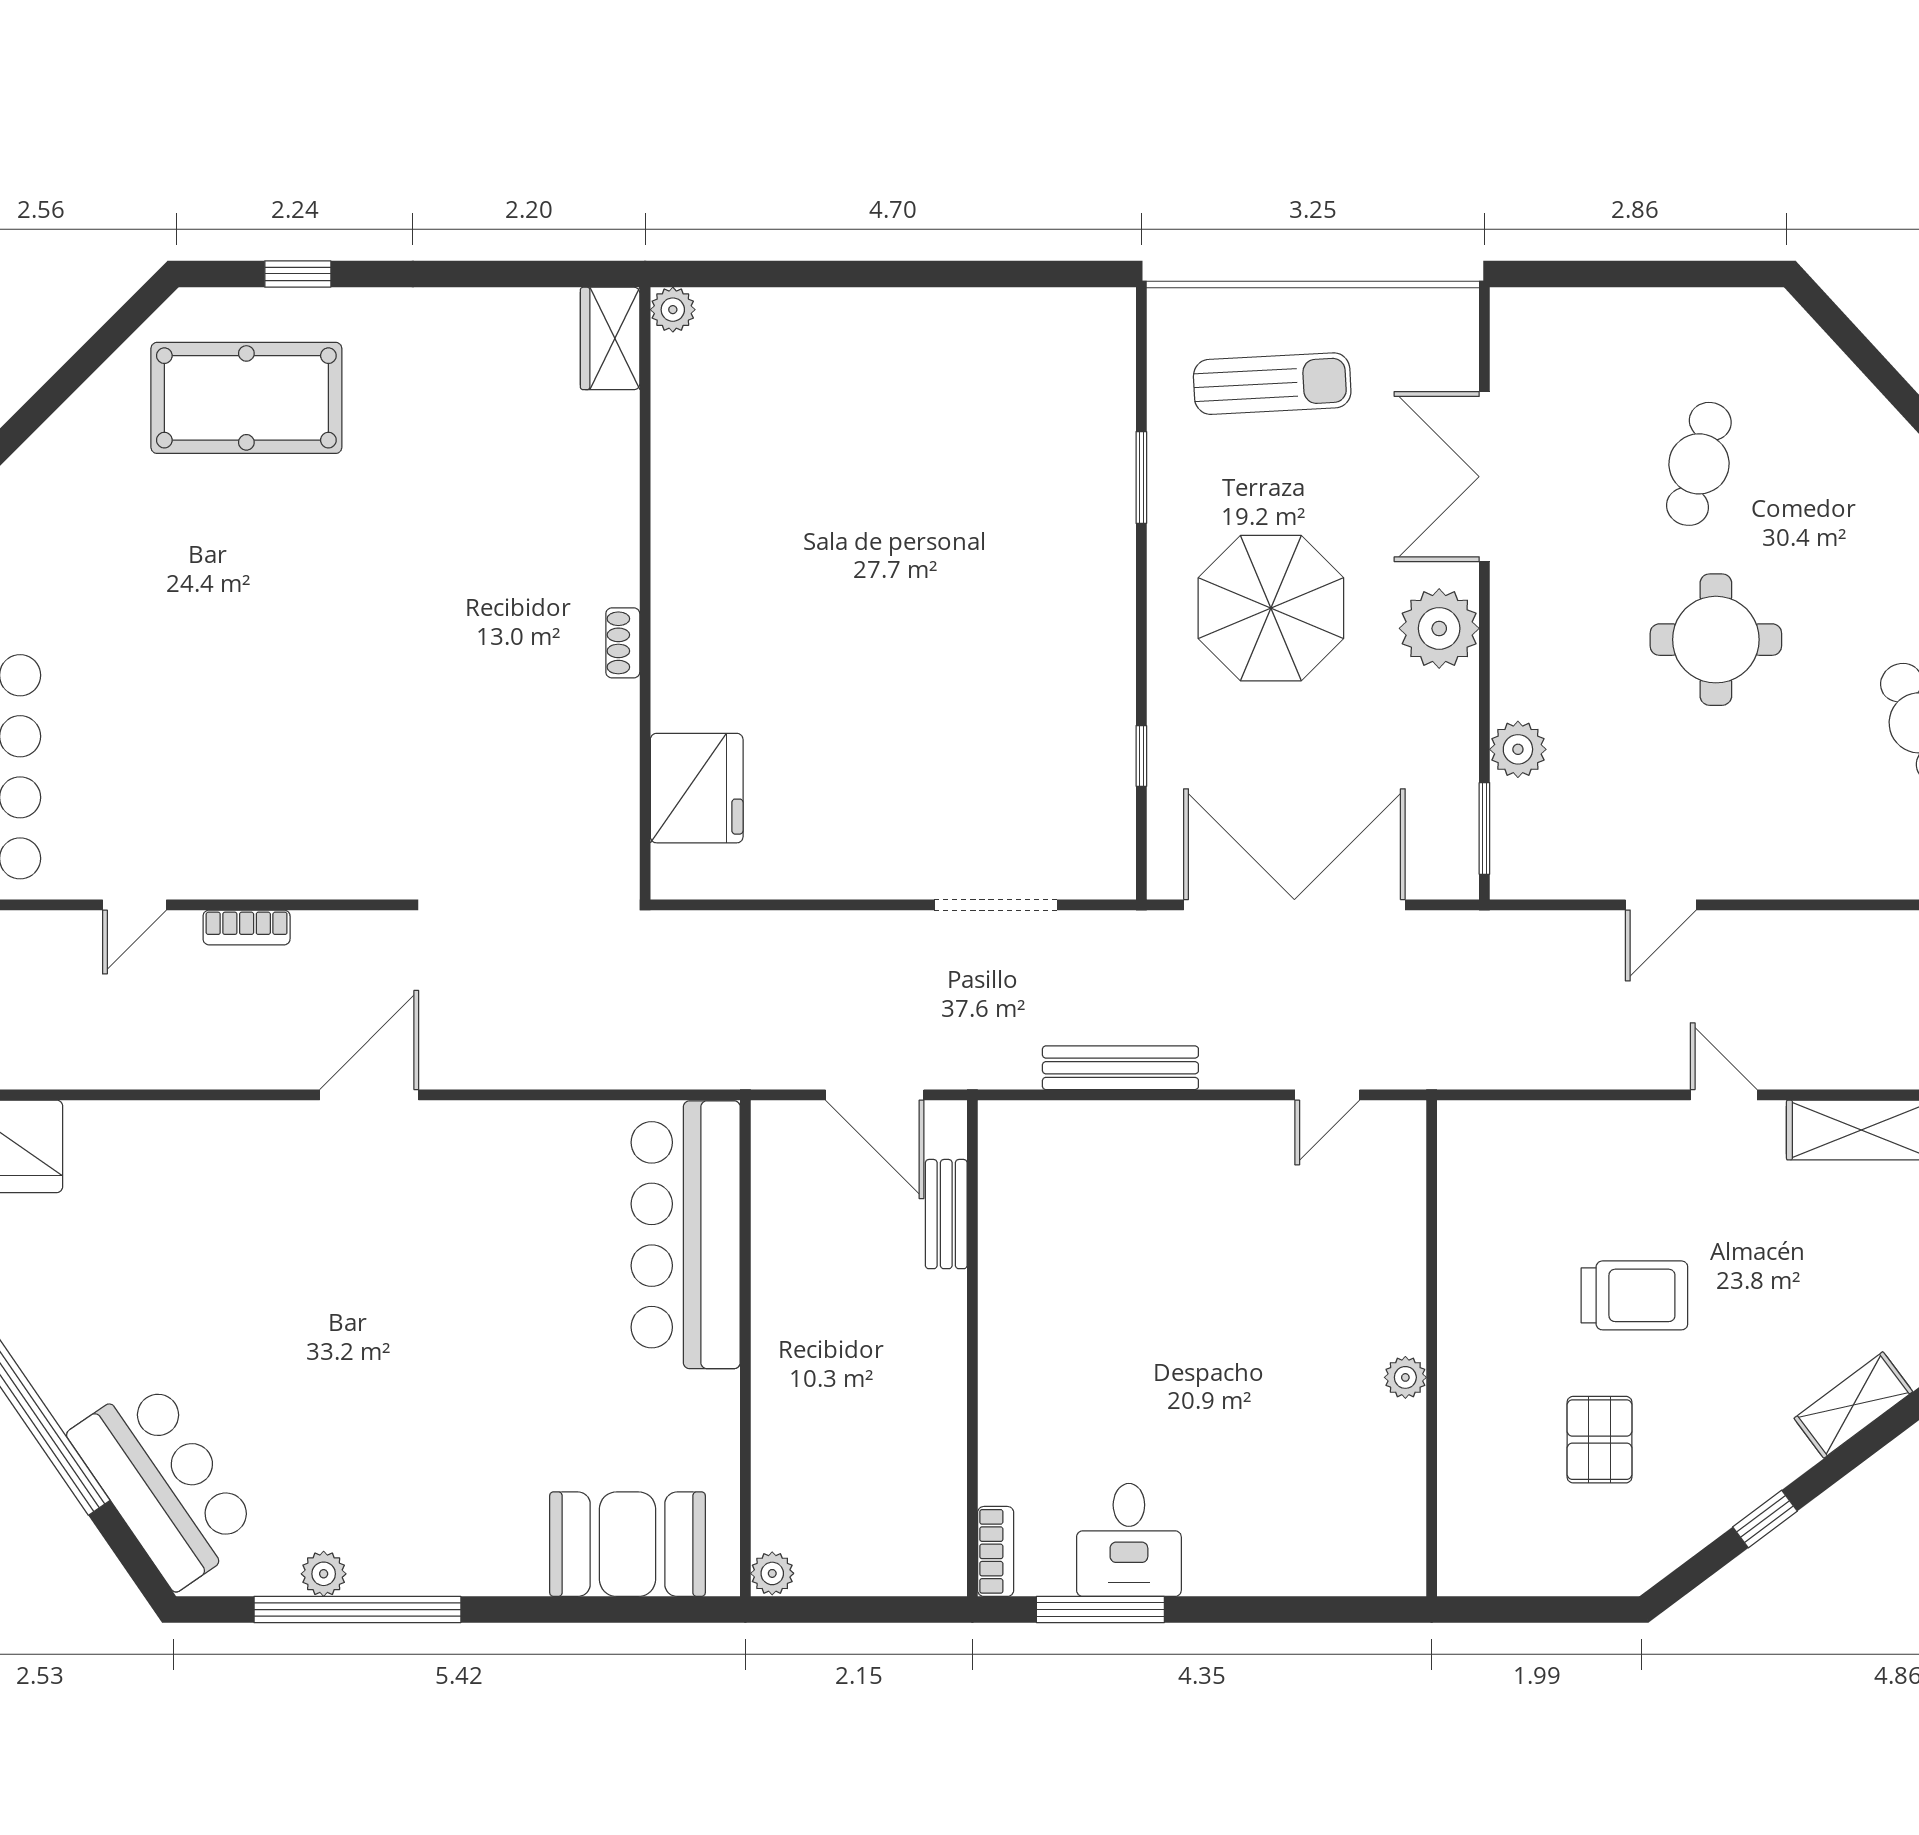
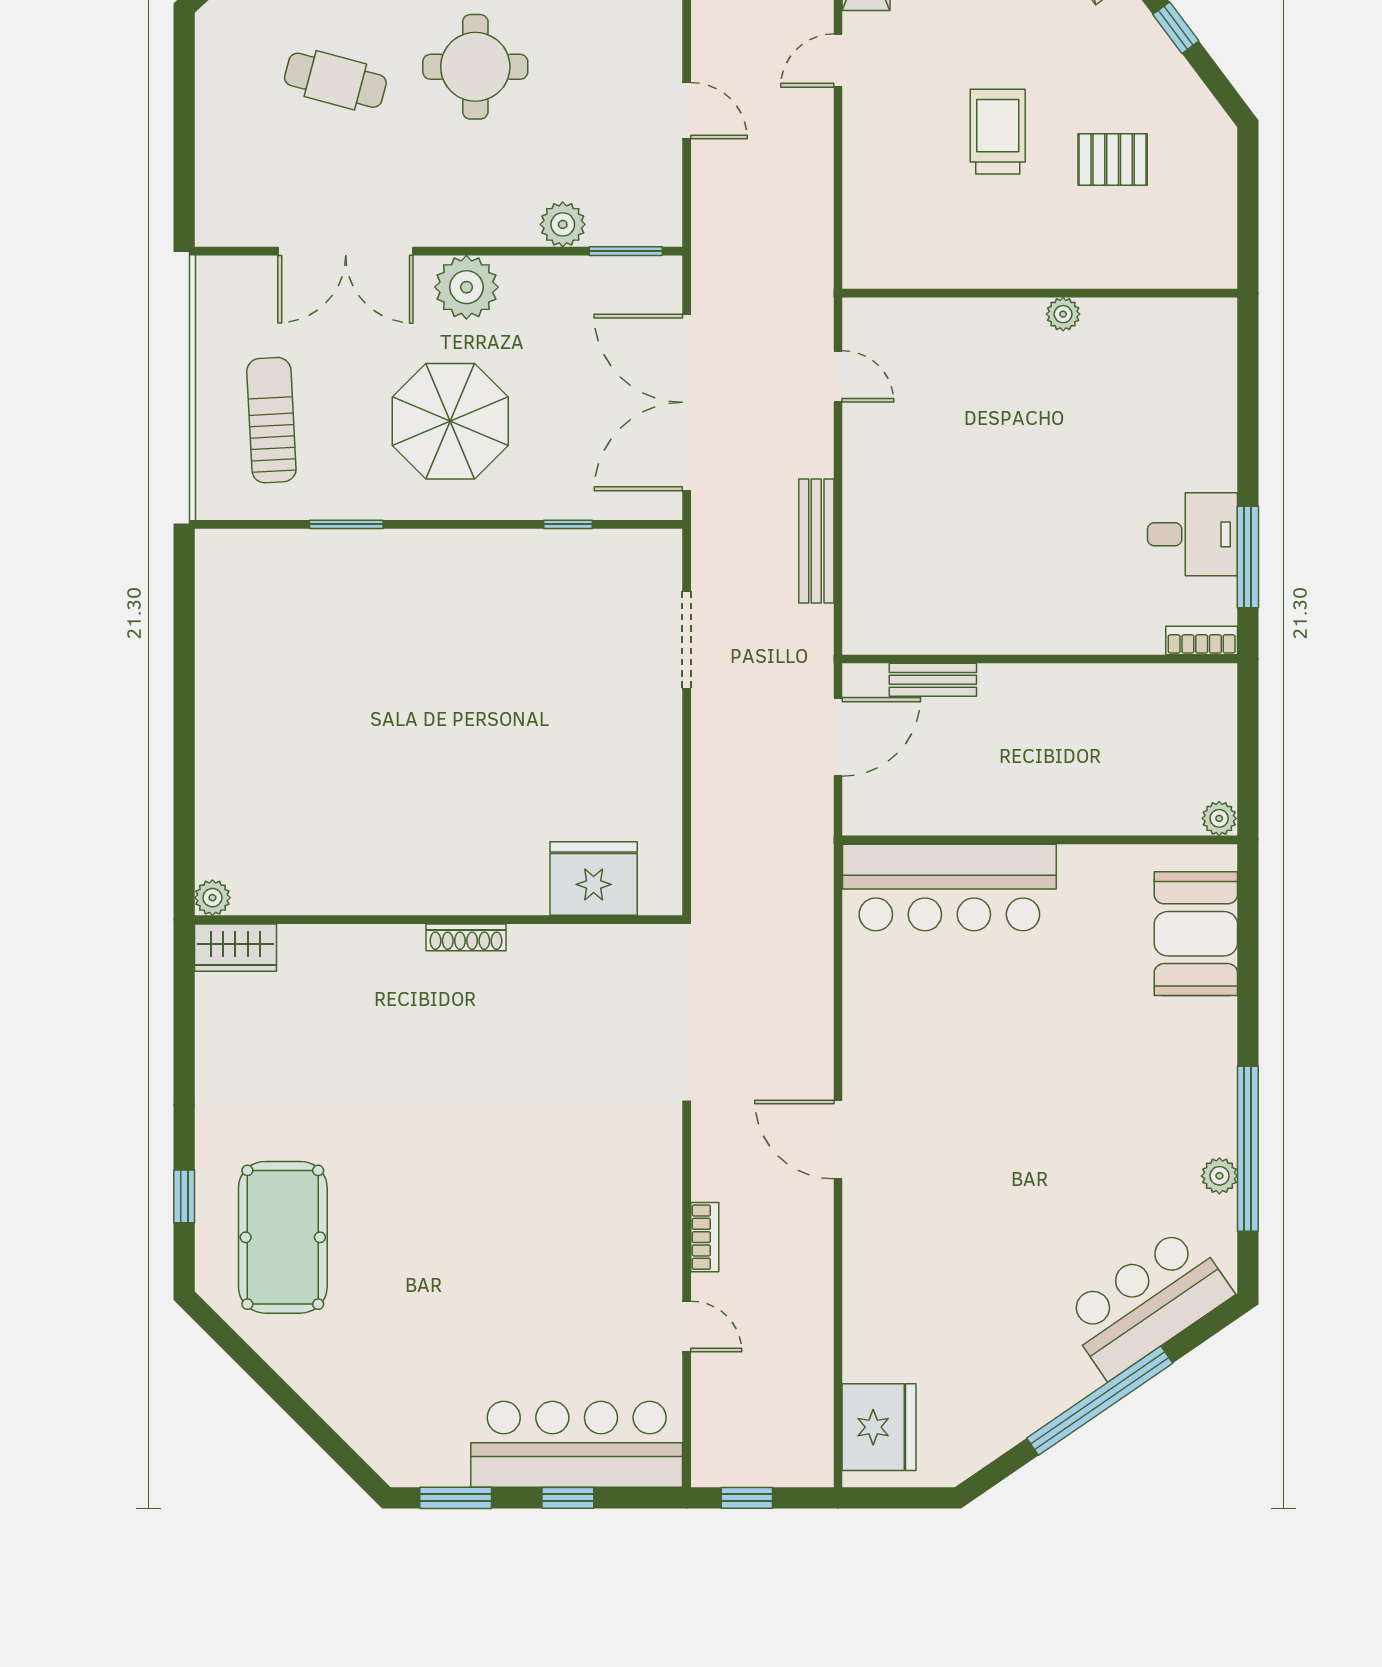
shoe rack: (623, 643) -> (466, 937), width x1.43

